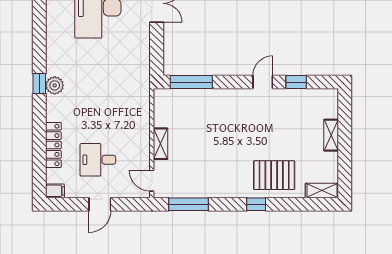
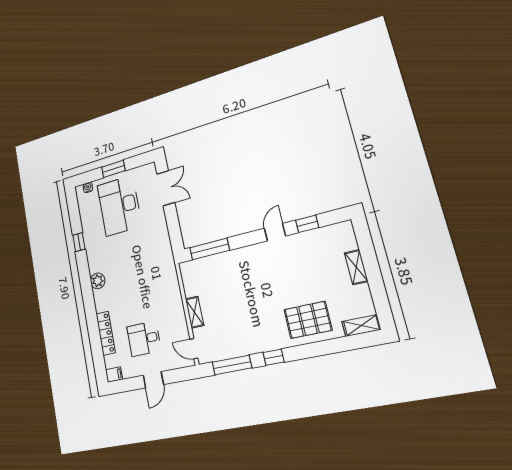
window: (39, 83) -> (79, 242), moved
window: (256, 204) -> (274, 357), moved

